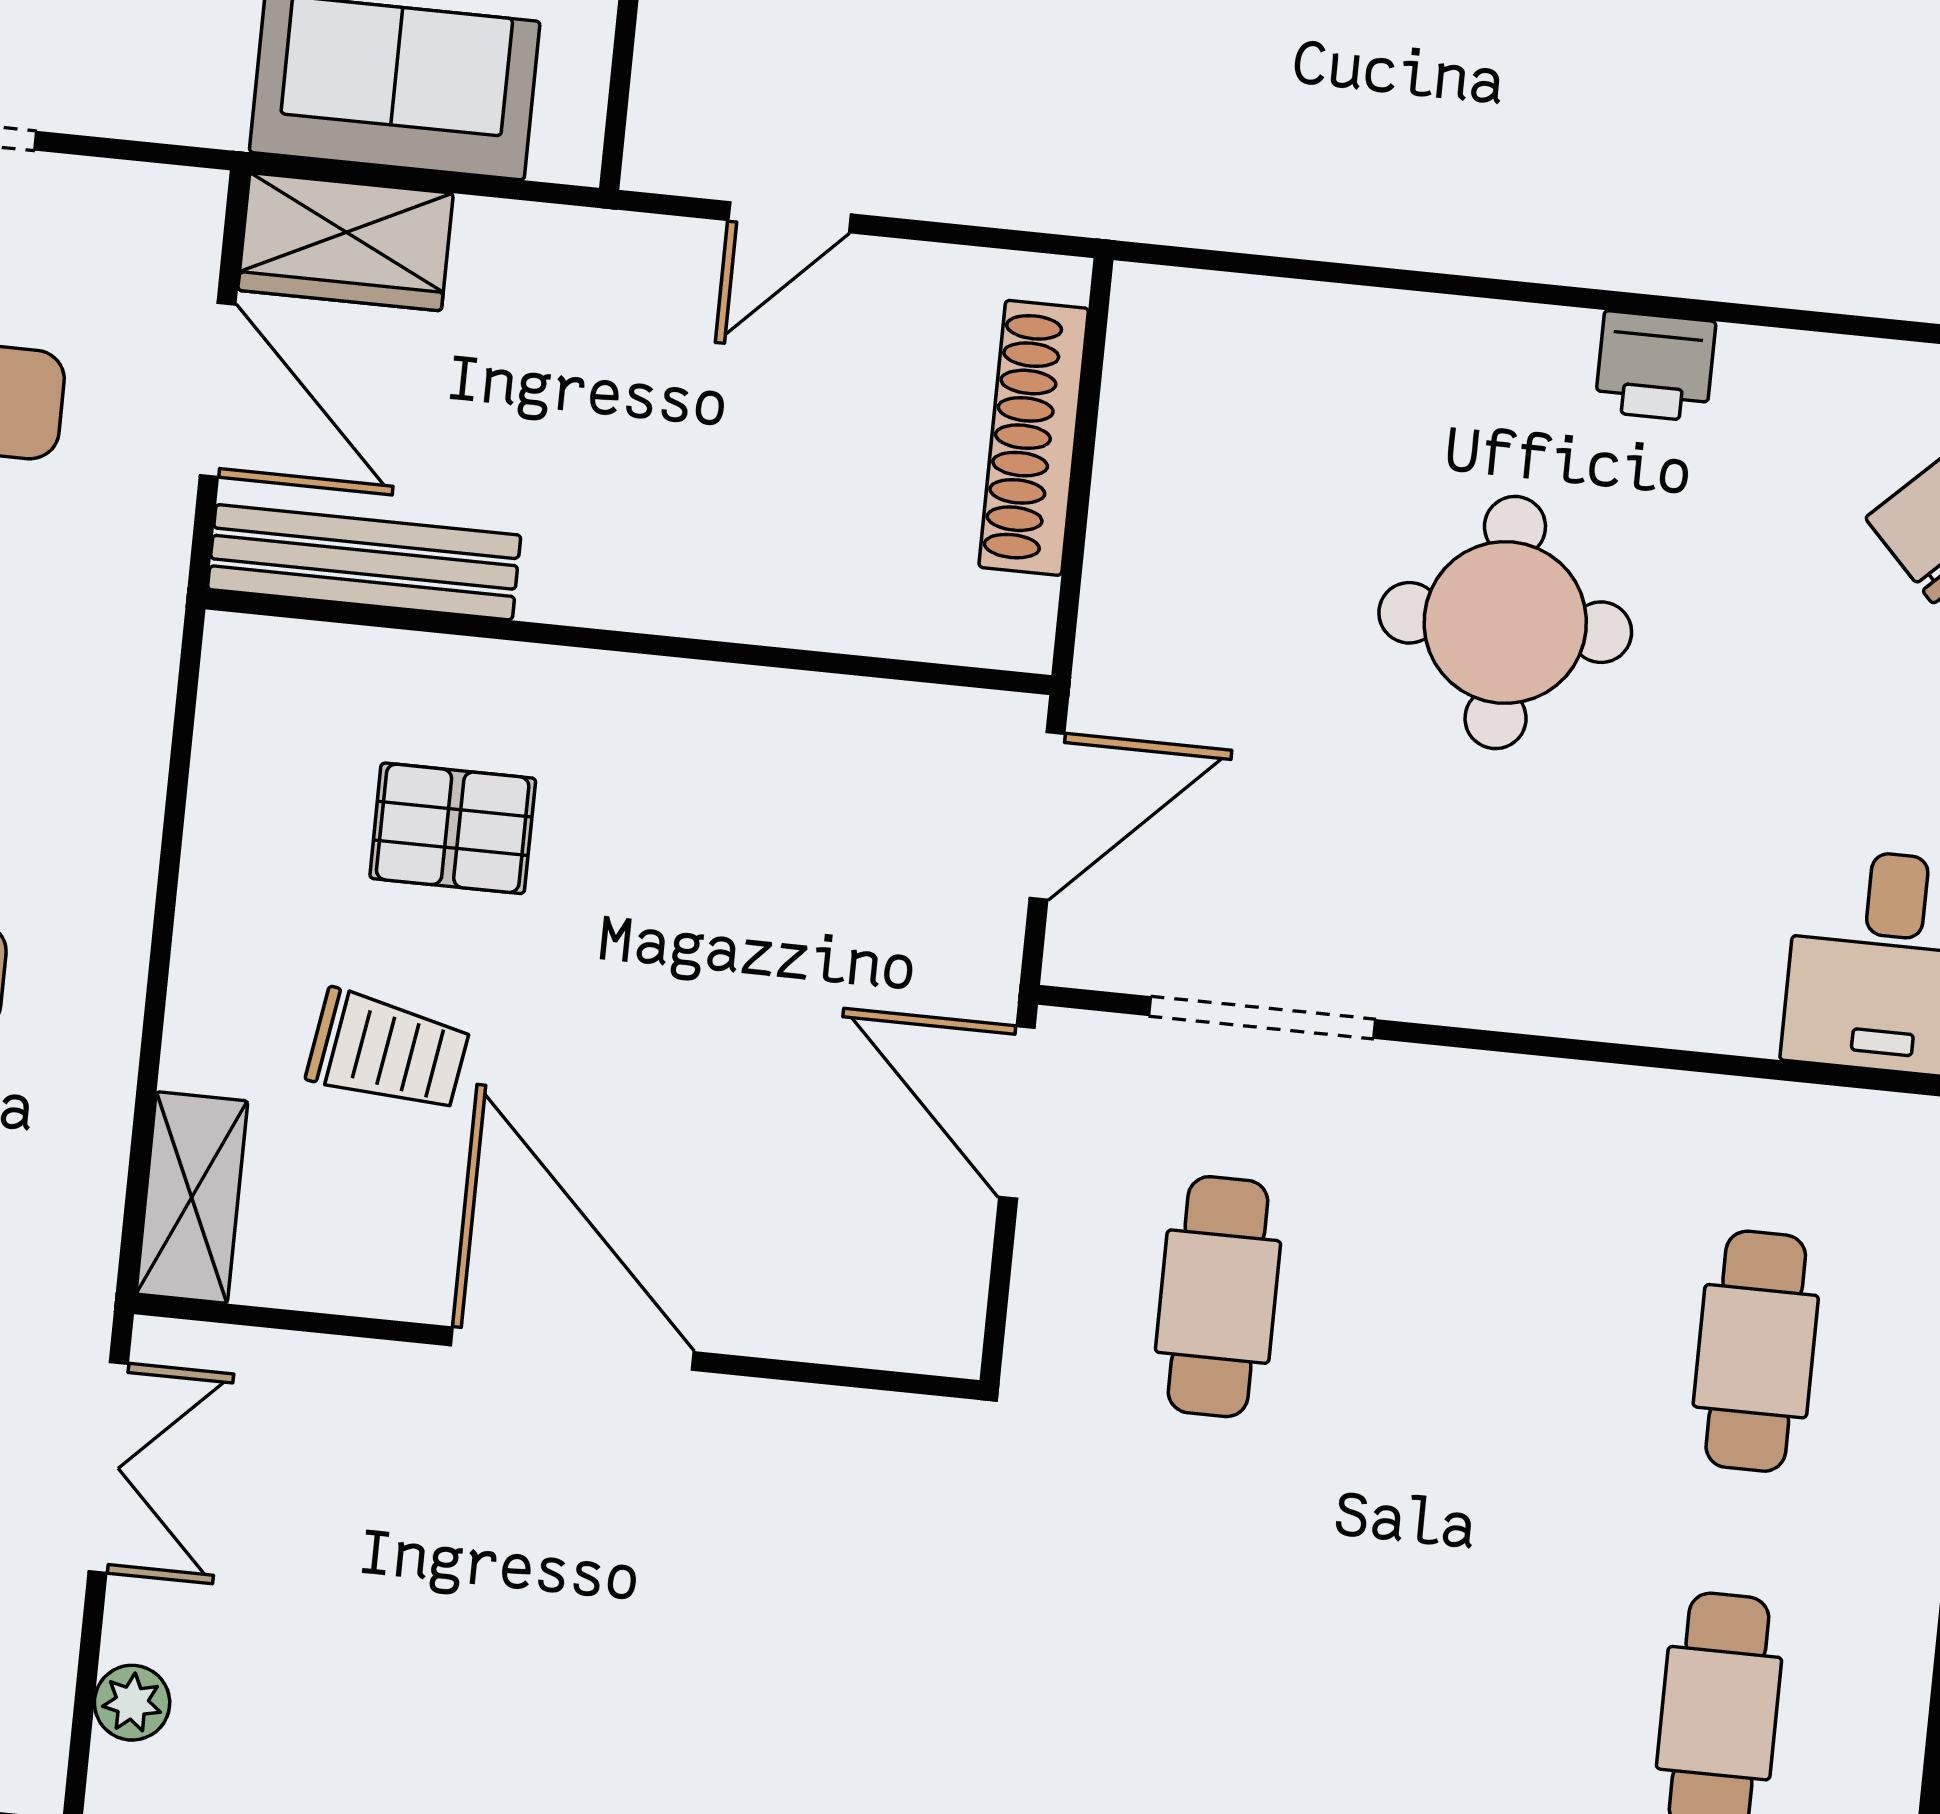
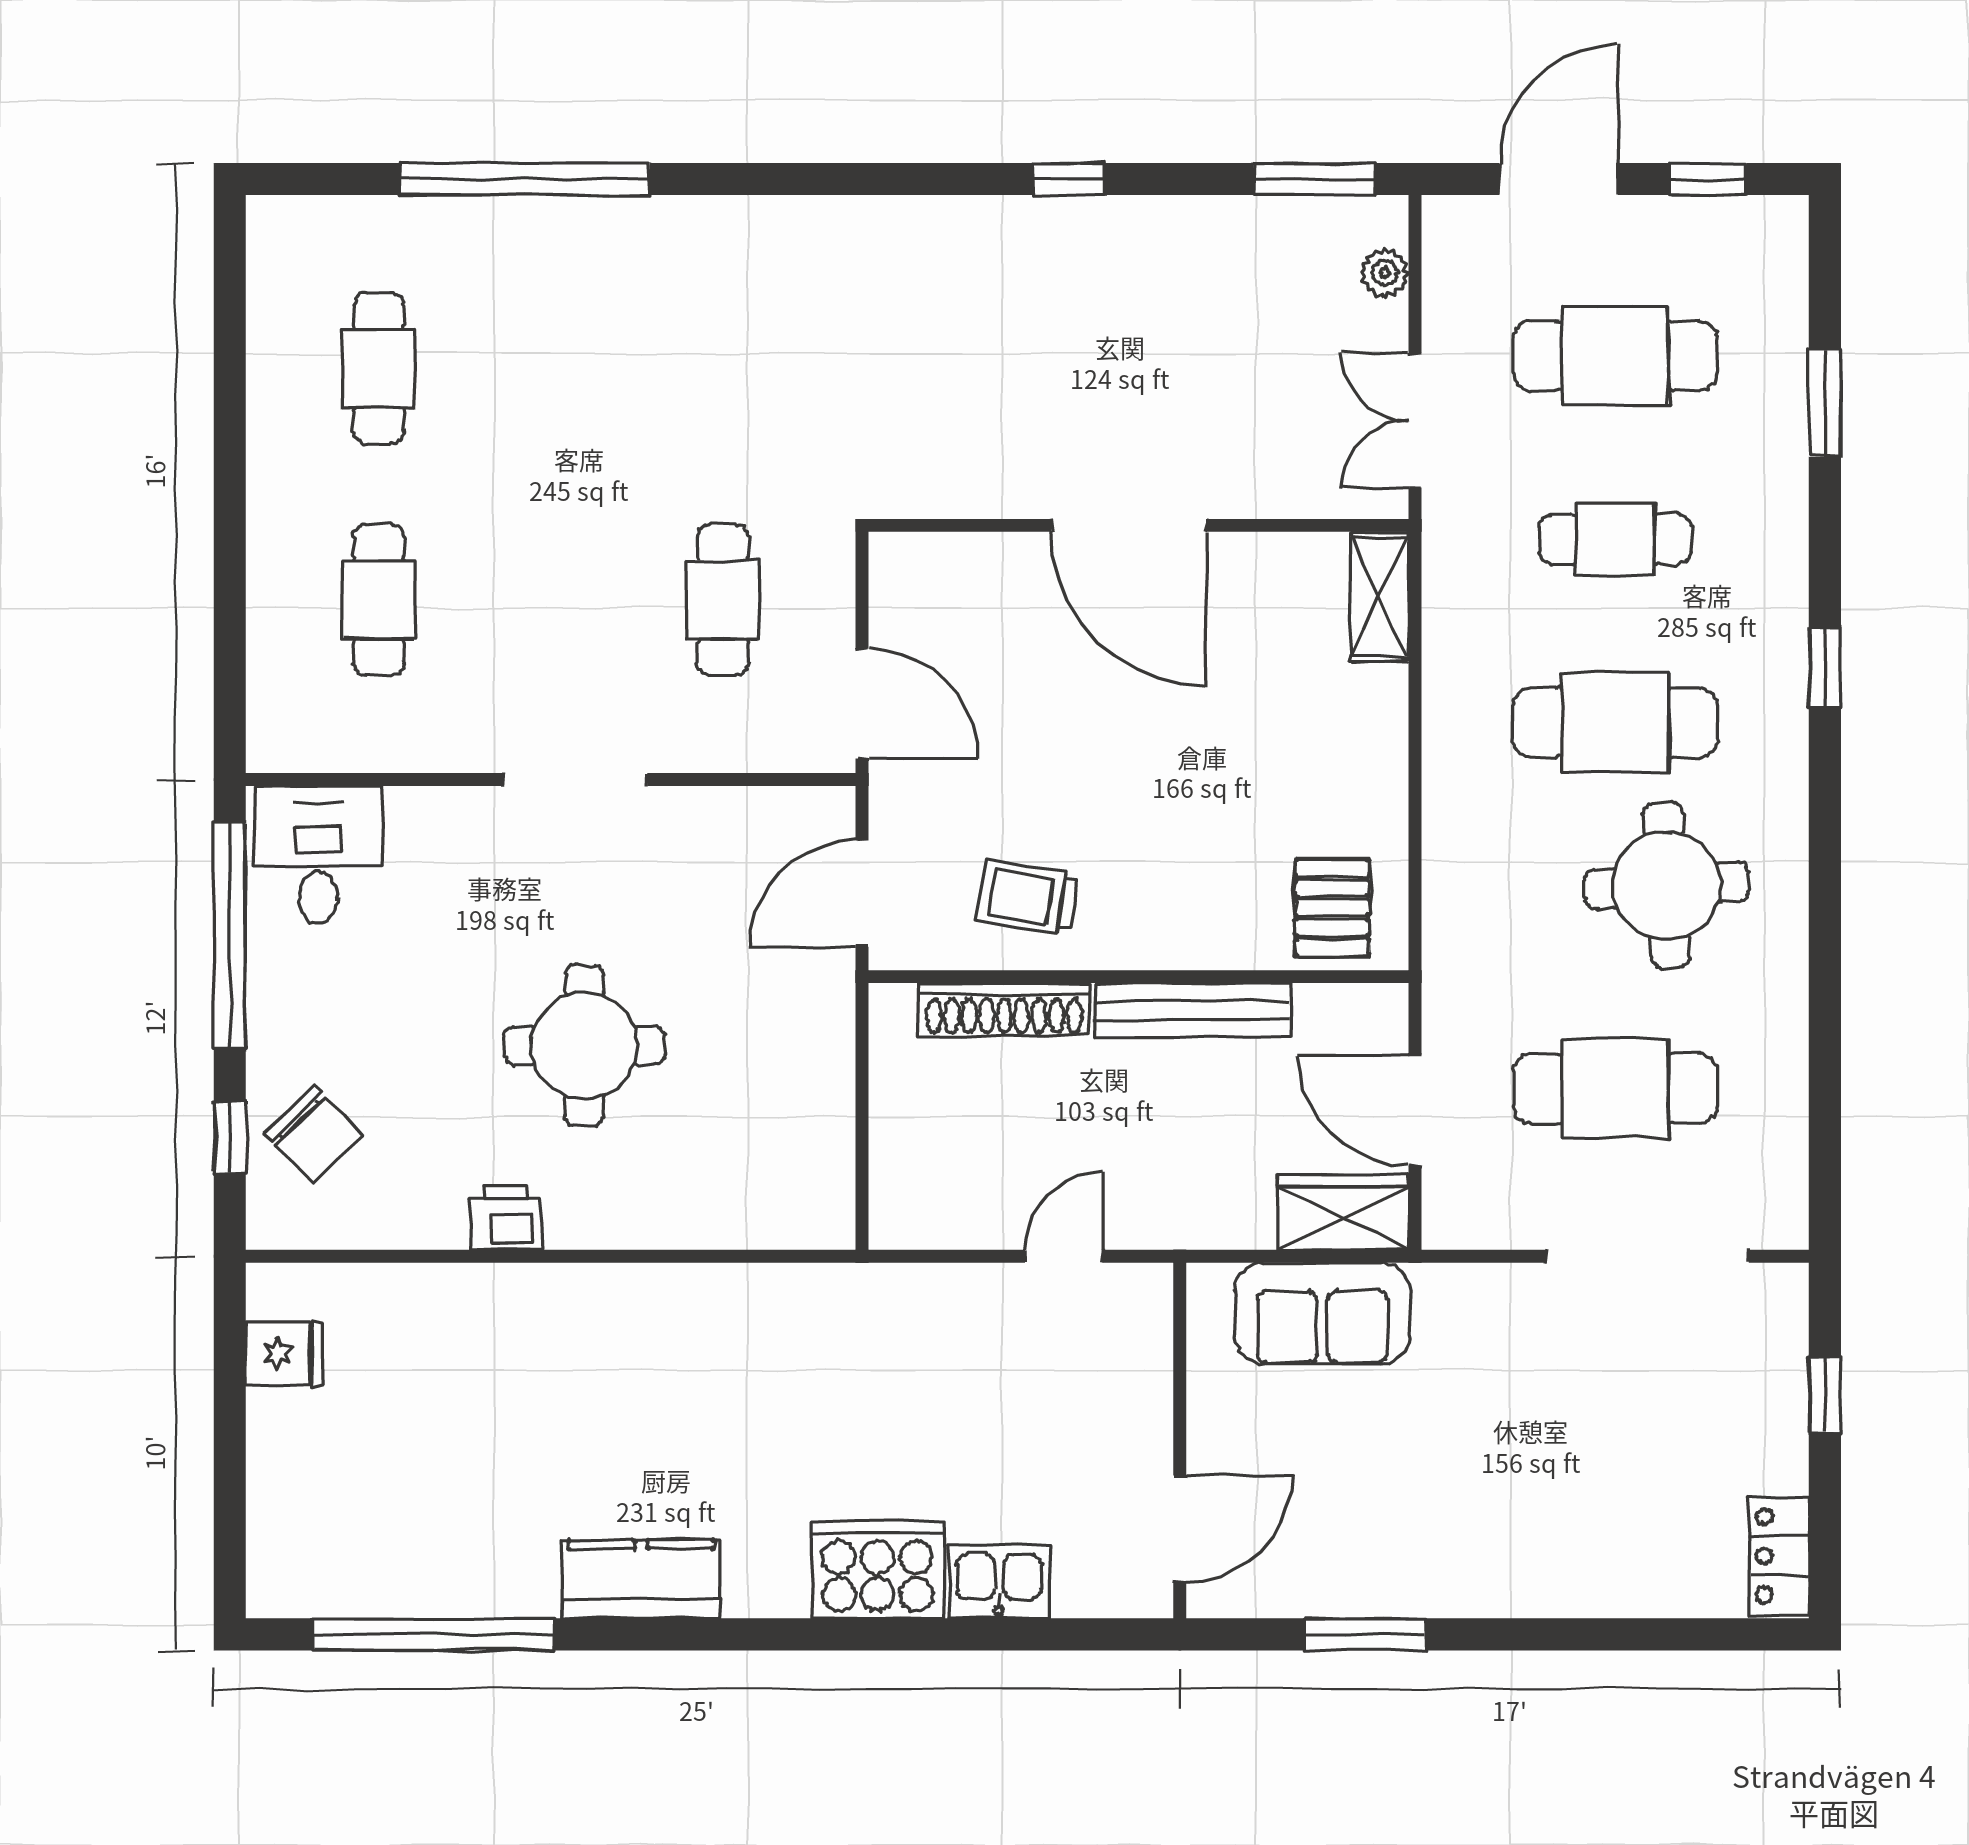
shoe rack: (1034, 438) -> (1004, 1009), moved, turned 90
bench: (364, 562) -> (1192, 1010), moved
pallet: (453, 828) -> (1332, 908), moved, turned 90
doorway: (1262, 1018) -> (575, 780), moved
trolley: (388, 1051) -> (1028, 897), moved

